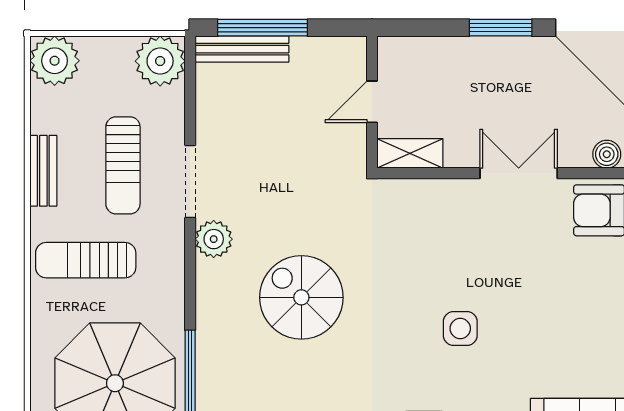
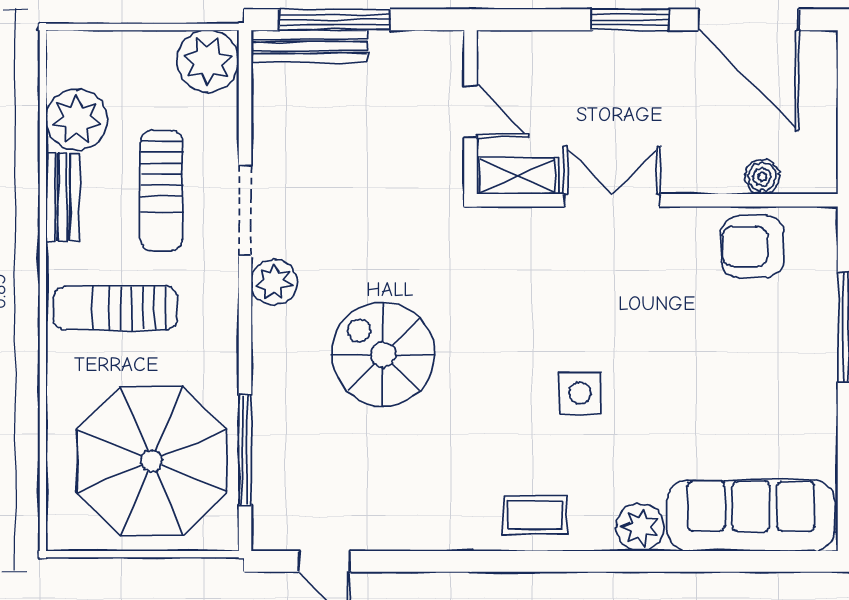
plant: (55, 61) -> (77, 119), moved
door: (372, 102) -> (471, 112), swing flipped
double door: (519, 173) -> (612, 200), moved

